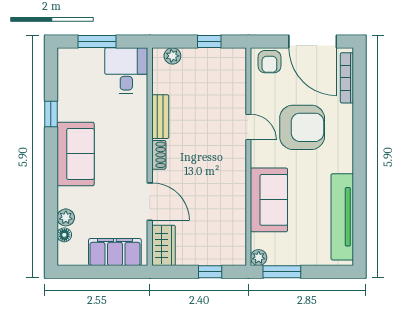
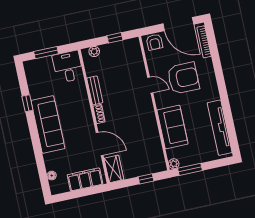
sofa: (76, 154) -> (48, 124), width x1.36
plant: (66, 217) -> (50, 165), removed

